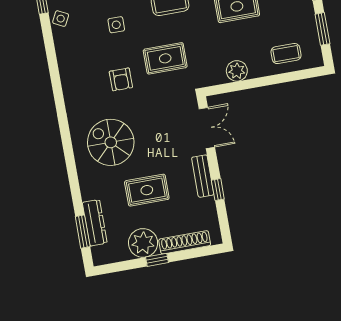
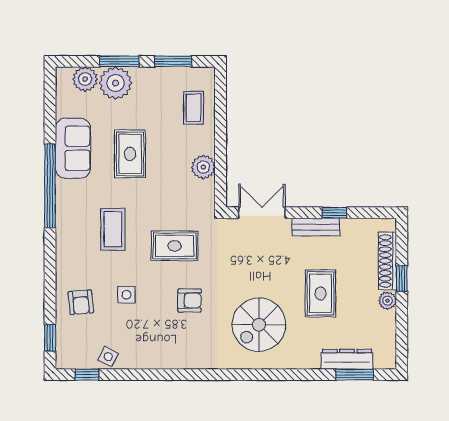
rug: (165, 58) -> (175, 246), turned 90
plant: (143, 243) -> (388, 301), width x0.53, depth x0.53
window: (157, 260) -> (402, 278), moved

